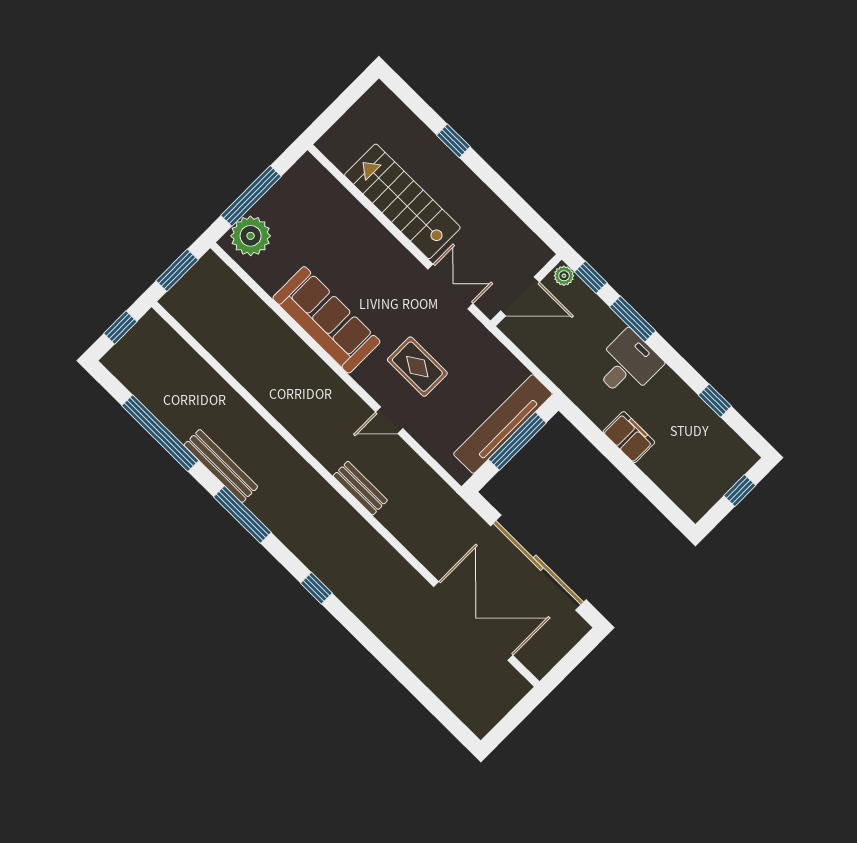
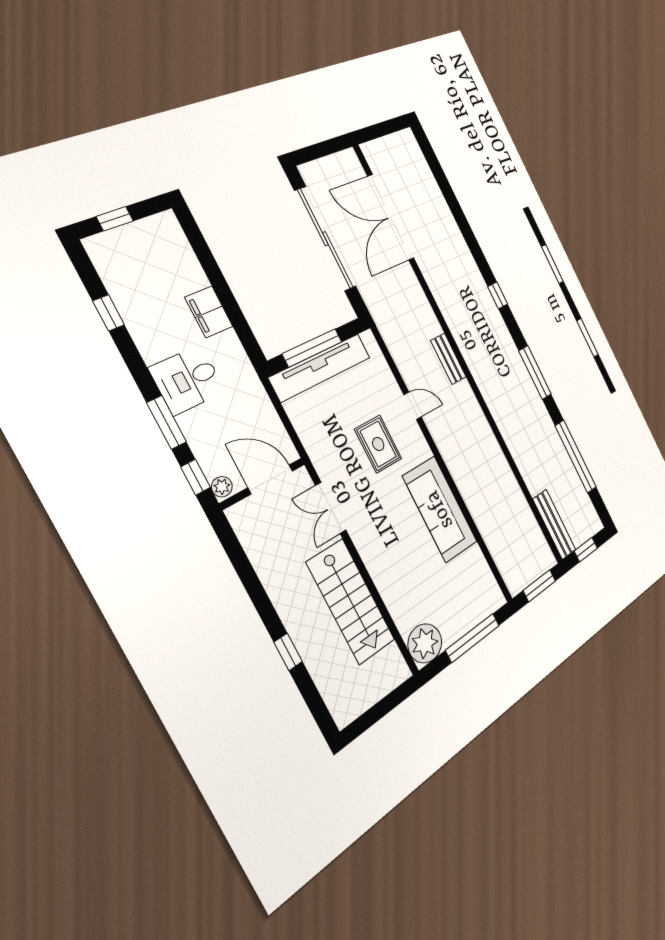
plant: (251, 236) -> (425, 643), moved
bench: (221, 466) -> (554, 524), moved

